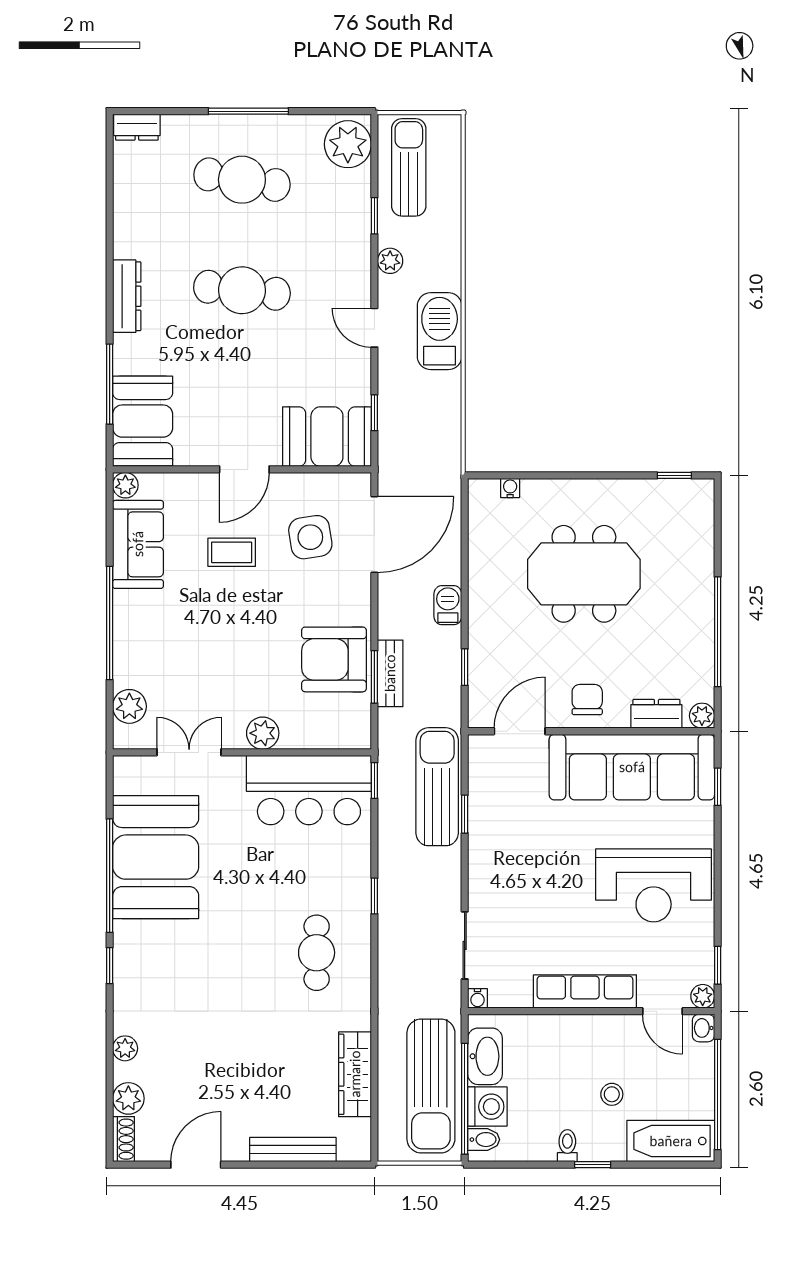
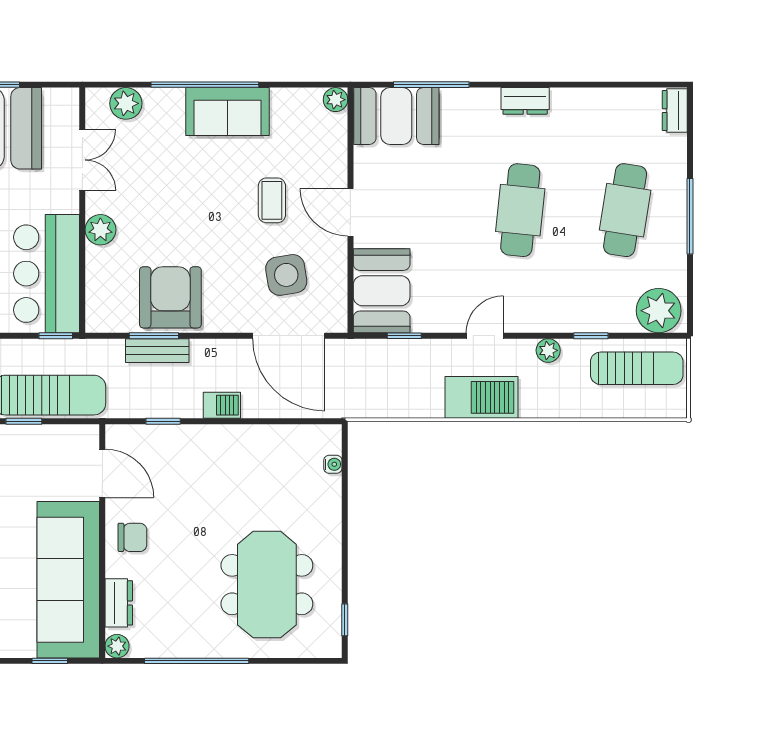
dresser: (127, 296) -> (525, 101), width x0.70
sofa: (138, 544) -> (227, 112), moved
meeting table: (584, 574) -> (267, 585), moved

